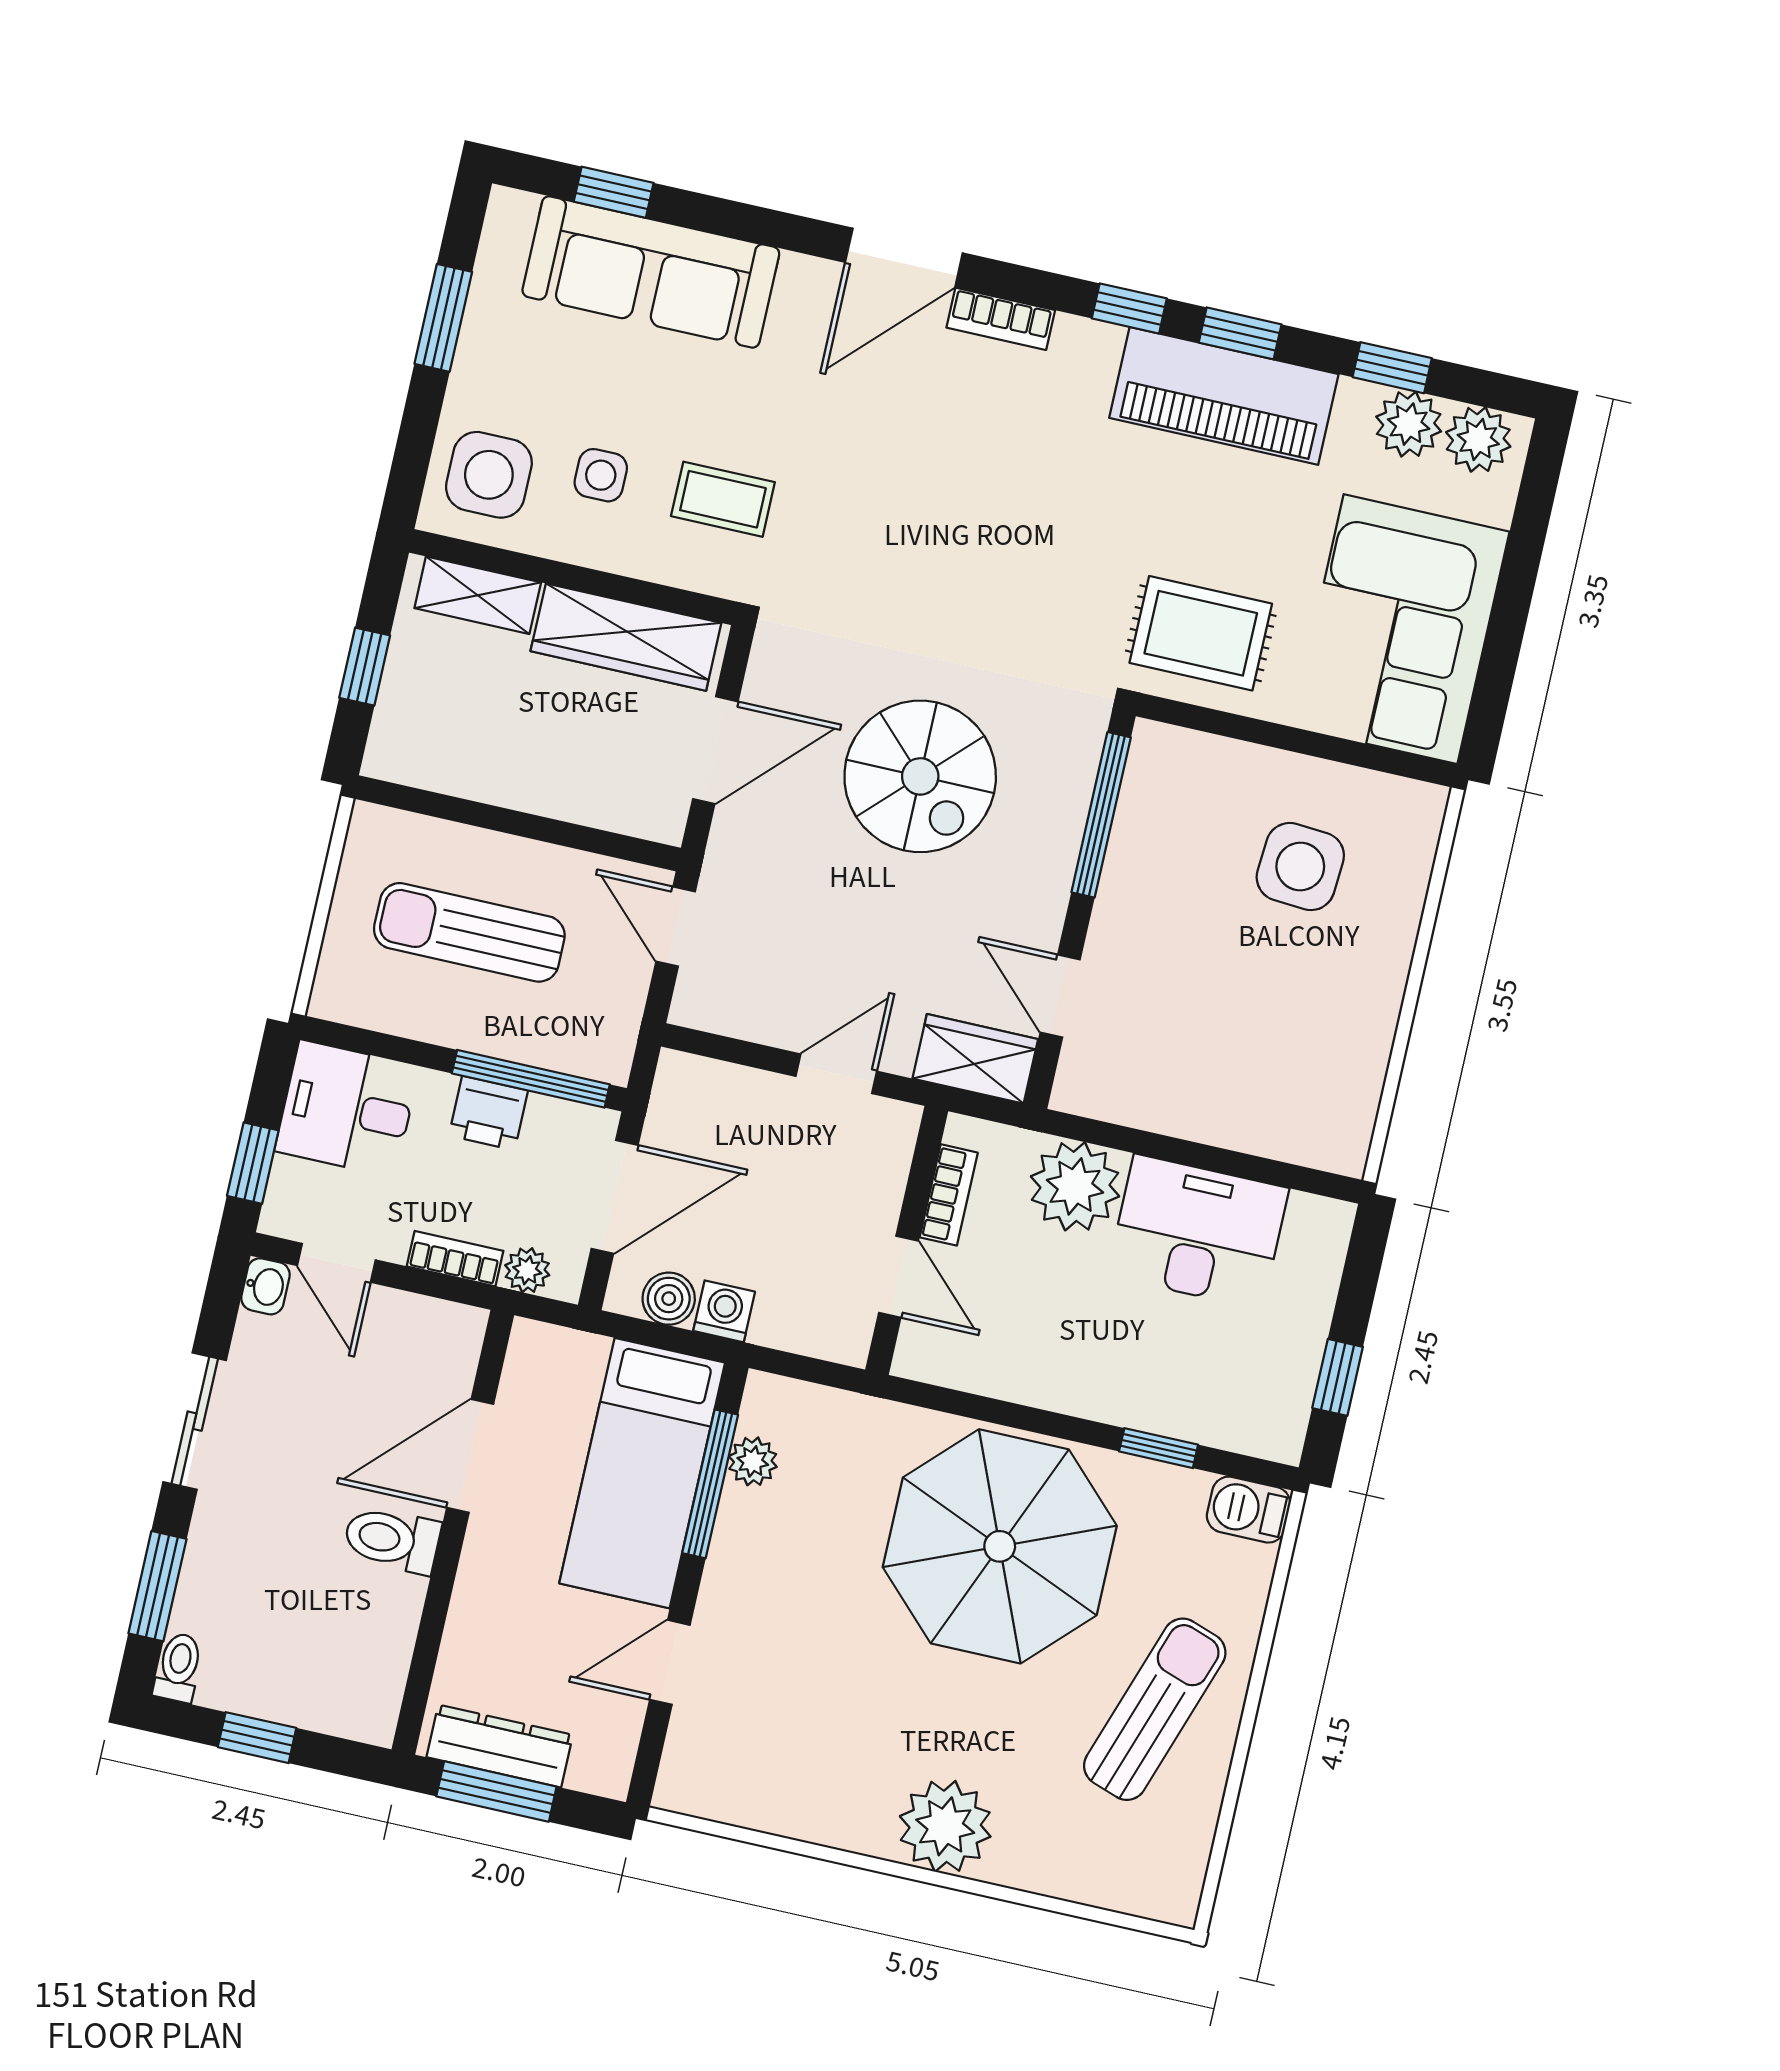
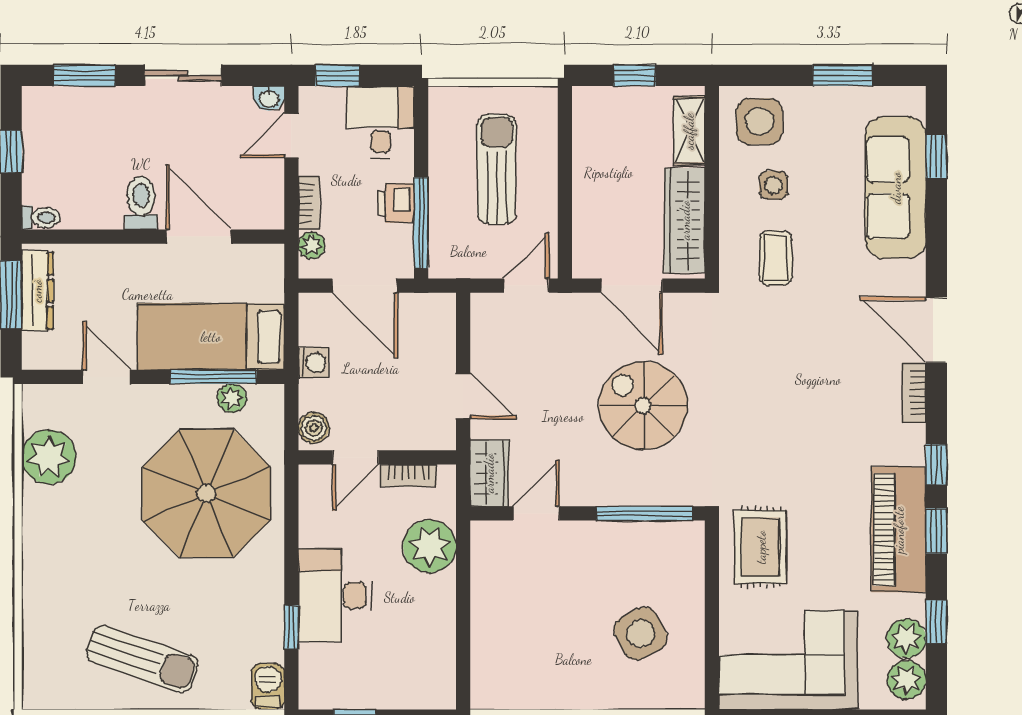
spiral stairs: (920, 776) -> (643, 406), turned 90
side table: (1300, 867) -> (641, 633), turned -33
desk: (1198, 1232) -> (335, 595), moved, turned 180
boiler: (669, 1299) -> (314, 428), moved
parasol: (1000, 1546) -> (206, 493), moved
toilet: (178, 1667) -> (41, 218), moved
plant: (945, 1826) -> (49, 457), moved

